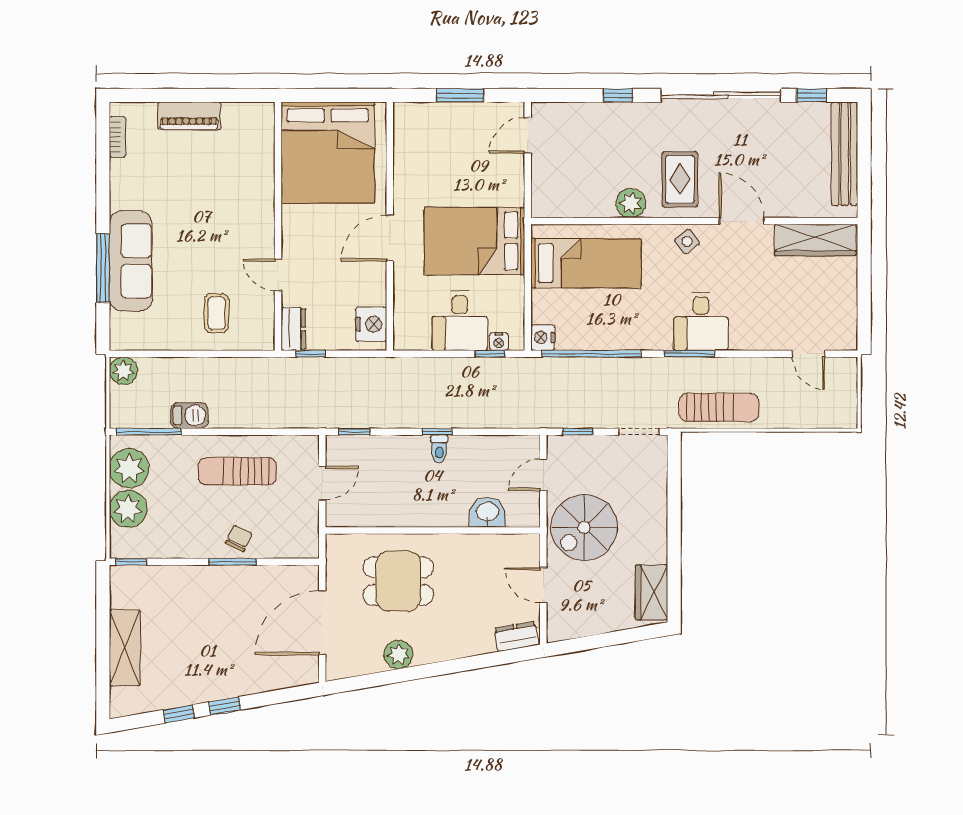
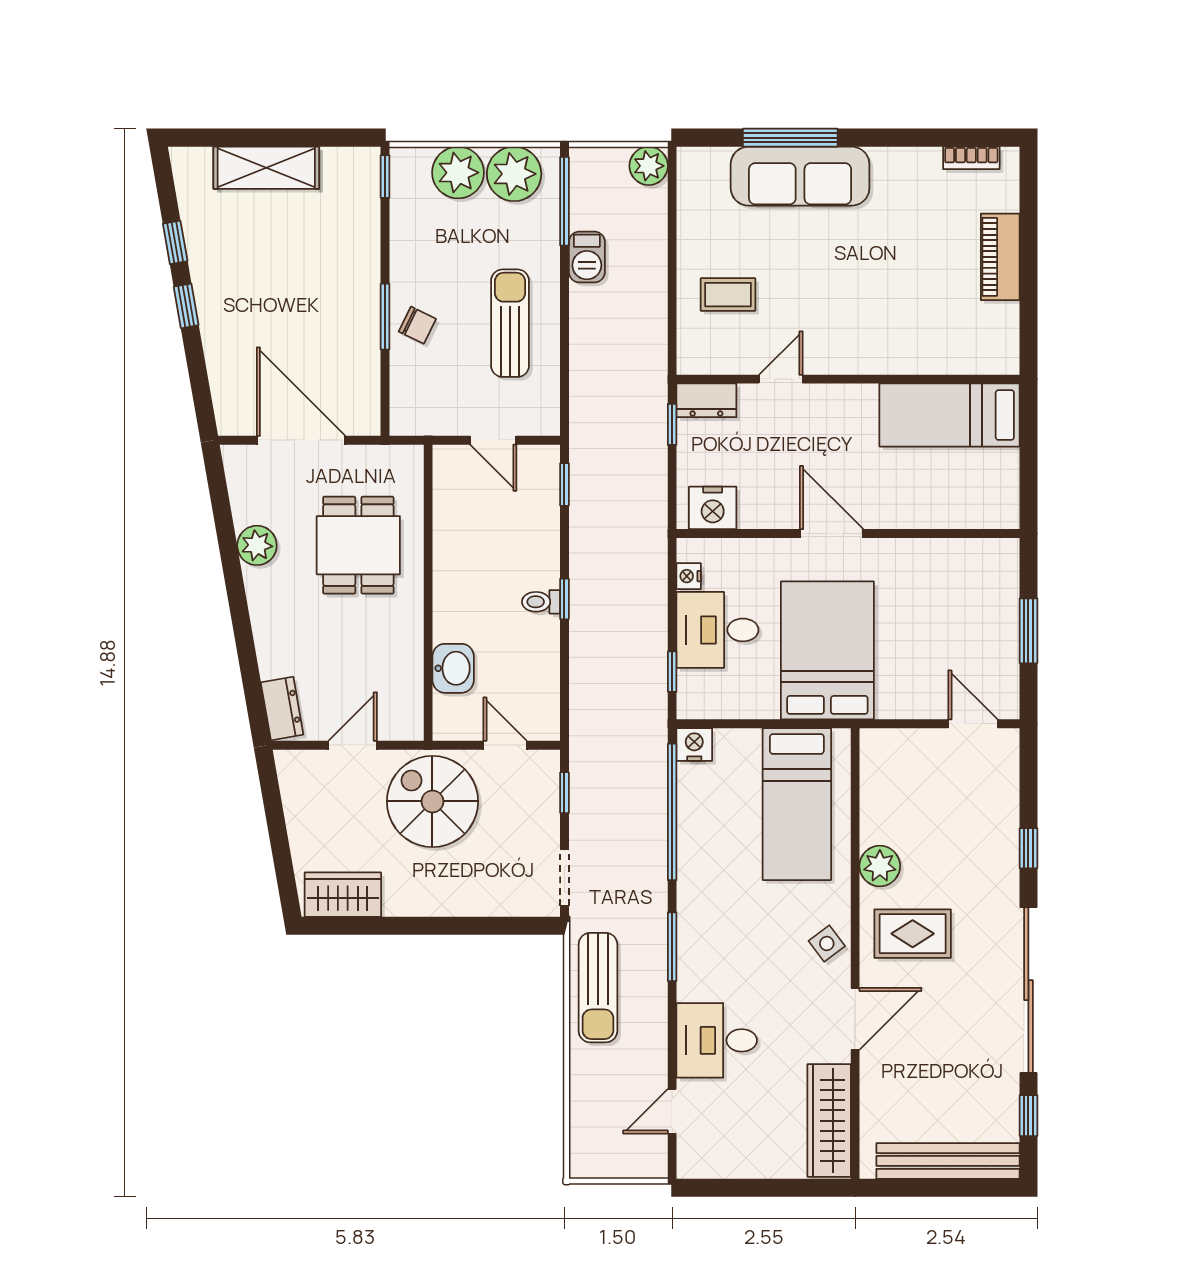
bed: (328, 153) -> (949, 415), width x0.49
desk: (701, 321) -> (717, 1040), moved
nightstand: (499, 342) -> (689, 576), moved

